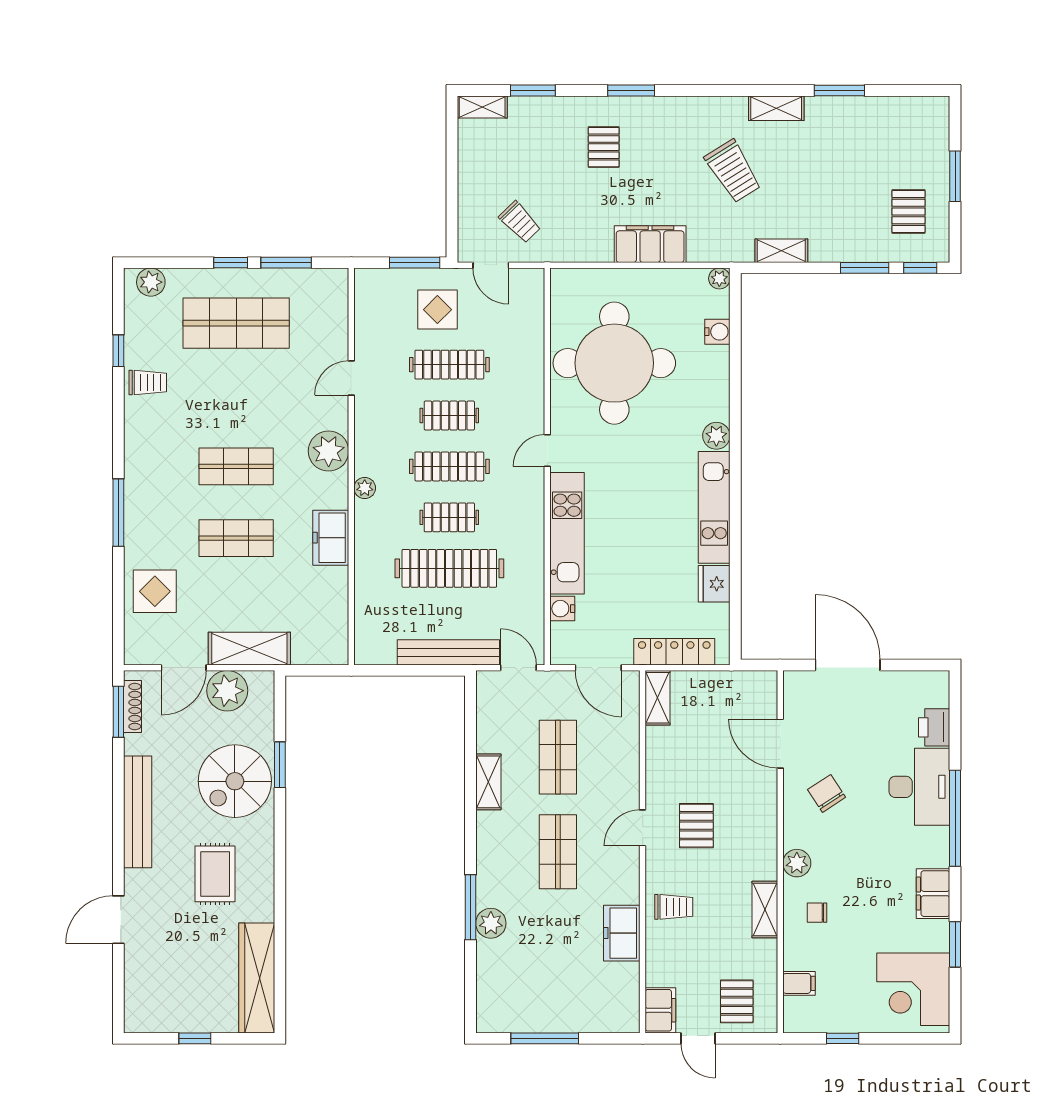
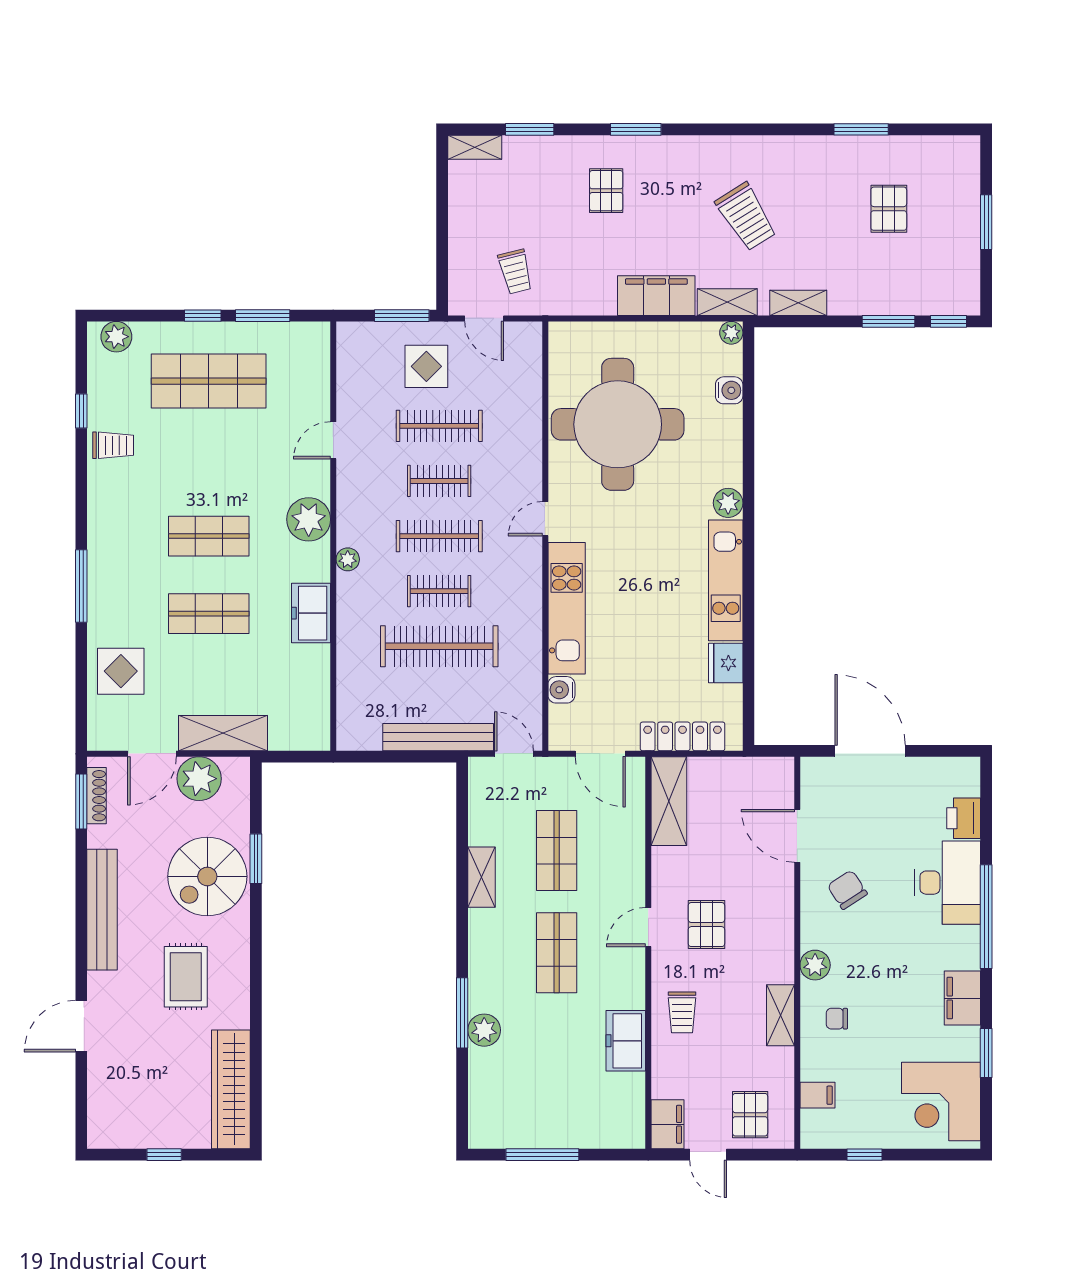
shelving: (776, 108) -> (727, 302), moved
pallet: (908, 211) -> (889, 209), moved
trolley: (520, 222) -> (515, 272), turned 30
shelving: (658, 698) -> (669, 801), width x1.50, depth x1.33
trolley: (674, 907) -> (682, 1012), turned 90

